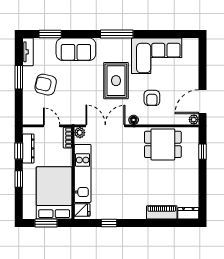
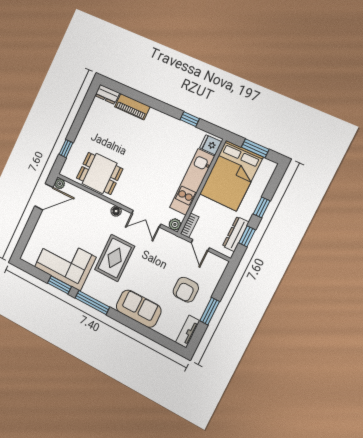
window: (50, 34) -> (59, 285), moved
armchair: (46, 85) -> (186, 290), turned 77
armchair: (152, 98) -> (89, 224), removed
double door: (105, 126) -> (146, 219), width x0.73

